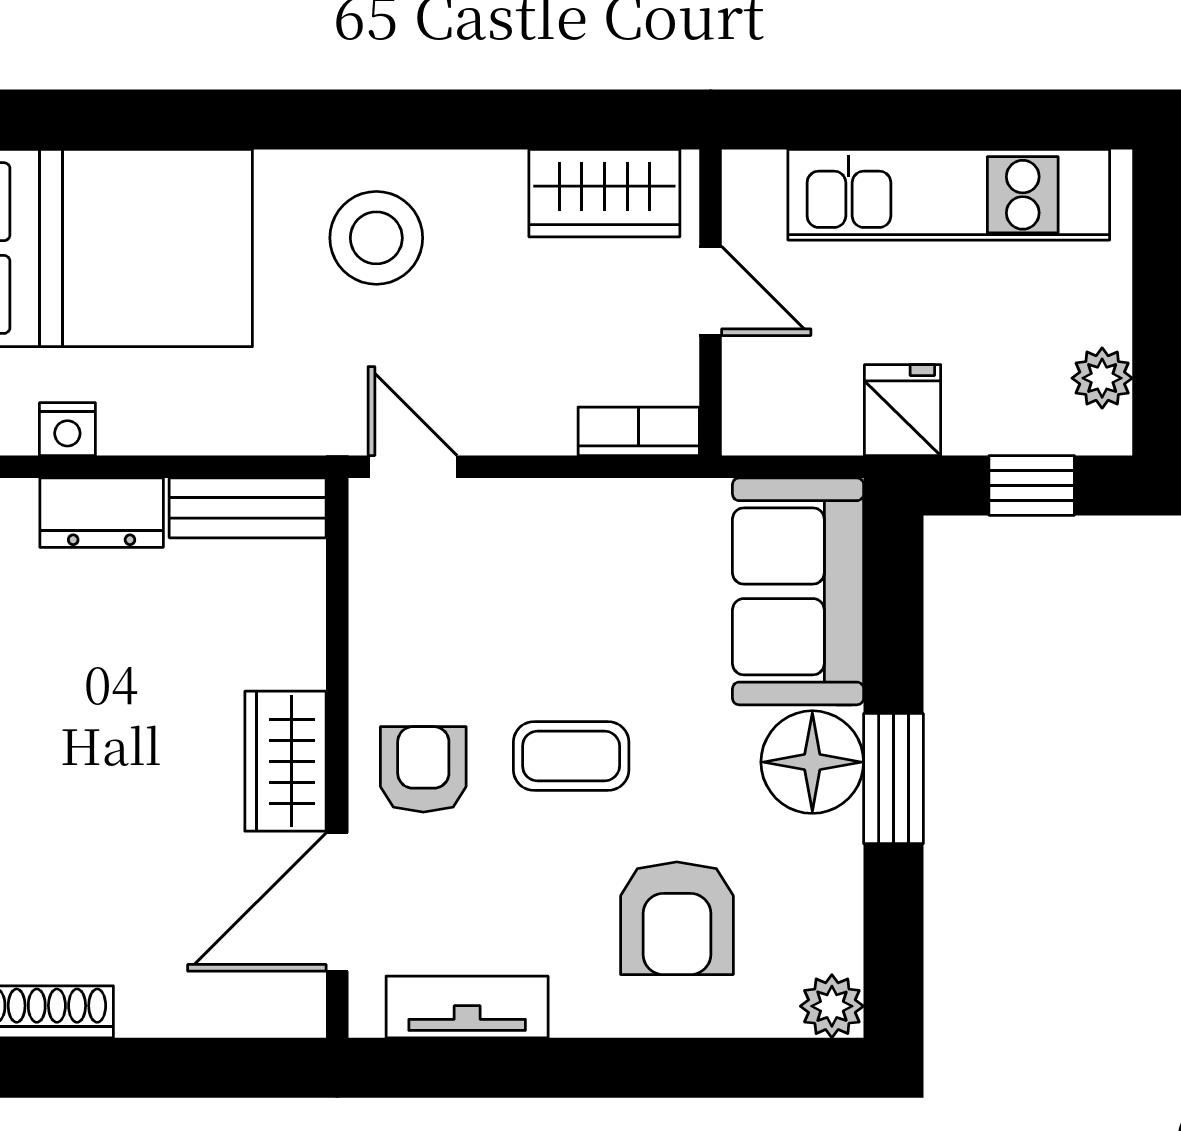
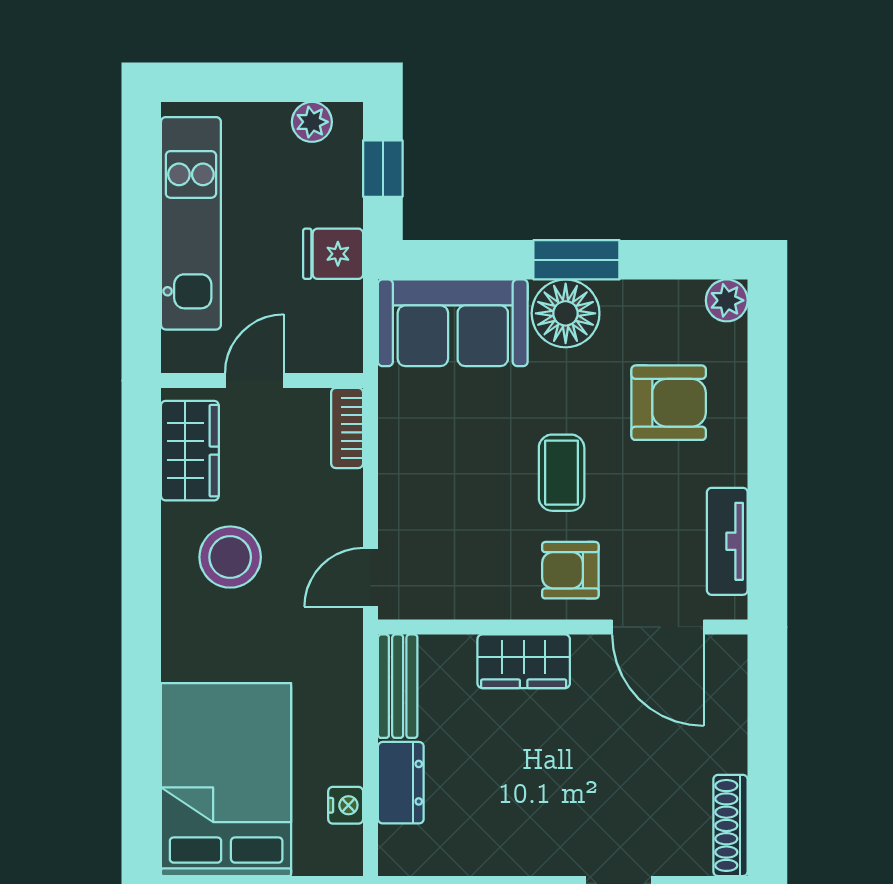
stool: (376, 238) -> (230, 557), moved
wardrobe: (285, 761) -> (524, 661), moved

